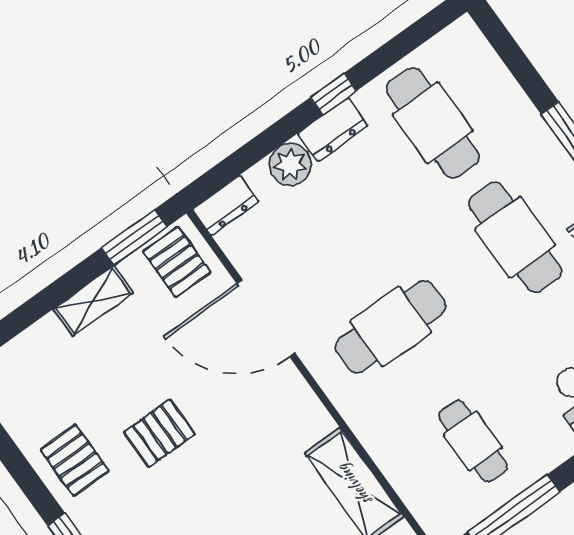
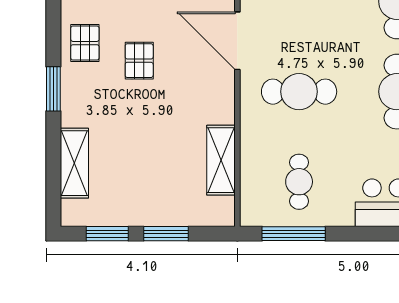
pallet: (159, 433) -> (139, 61), turned 90

